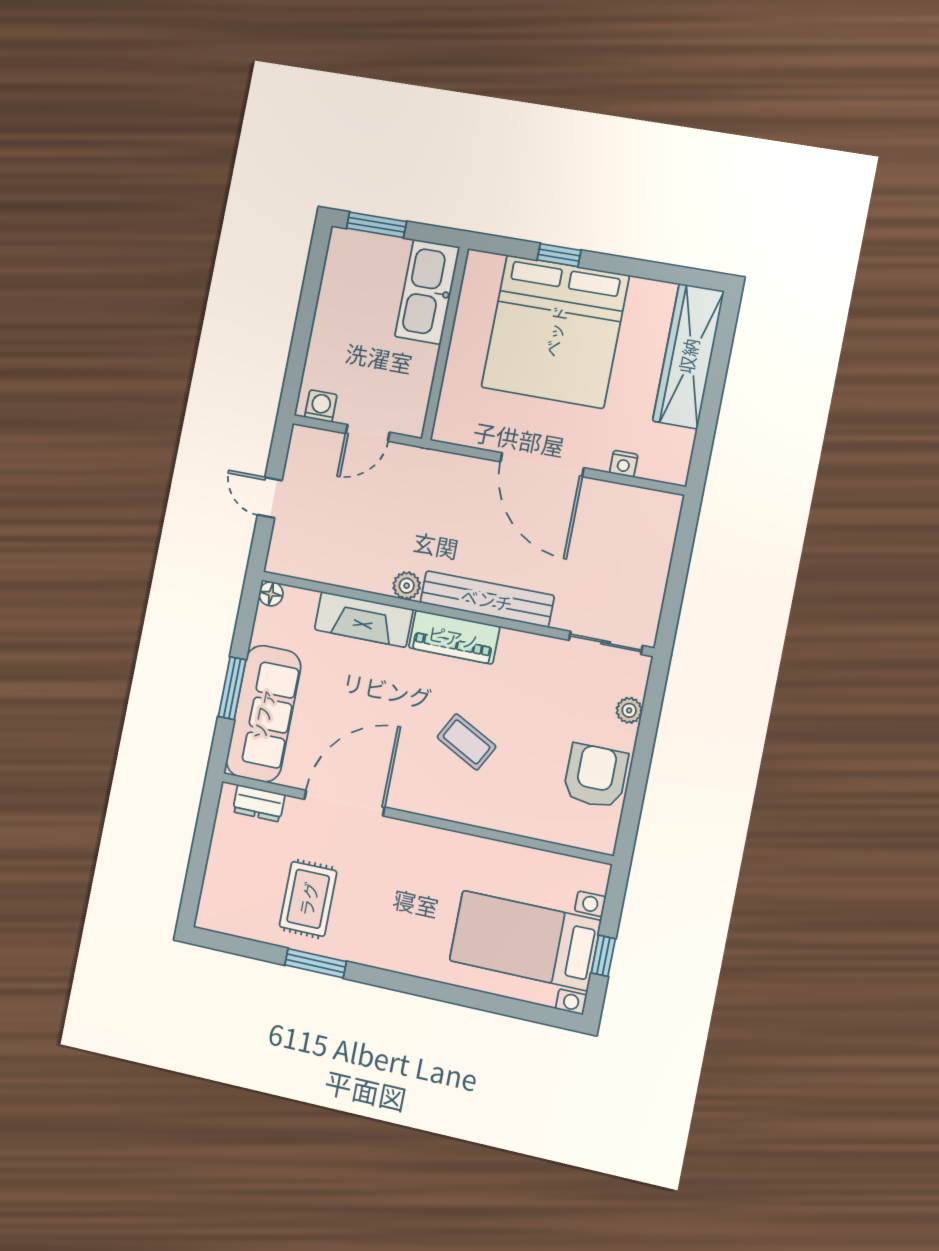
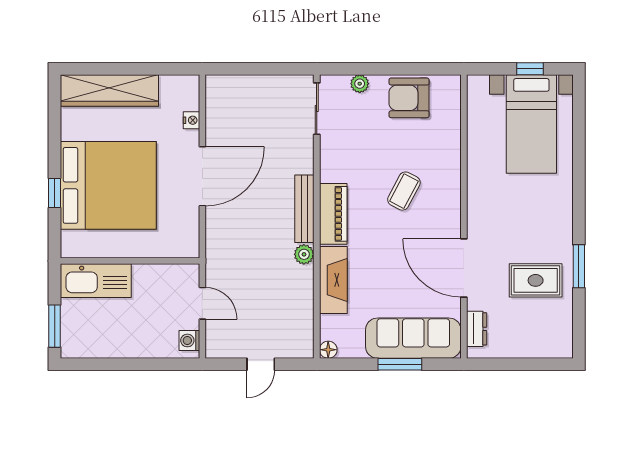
bench: (487, 599) -> (304, 209), width x0.73, depth x0.82

